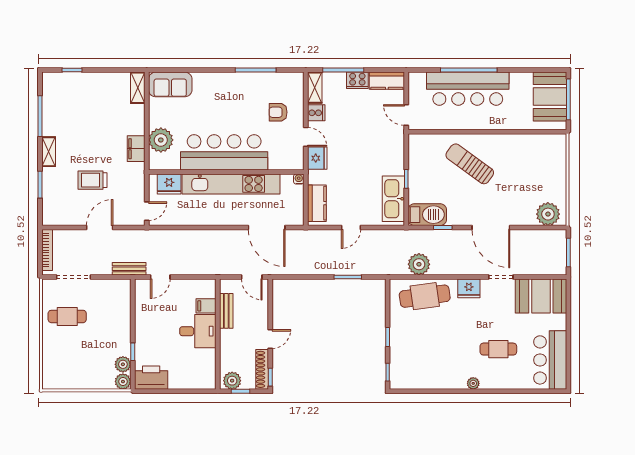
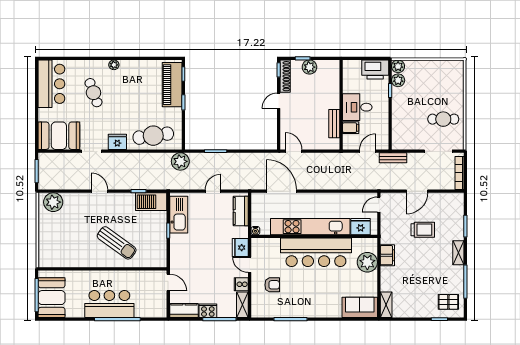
bar counter: (468, 89) -> (109, 304), width x0.73
pallet: (61, 91) -> (448, 302), added
door: (491, 228) -> (100, 191), width x0.53
plant: (419, 264) -> (180, 161), moved
filing cabinet: (206, 306) -> (351, 128), moved
bench: (226, 311) -> (334, 124), moved
desk: (198, 331) -> (357, 107), moved
wall: (218, 334) -> (341, 105), moved
cafe table: (498, 349) -> (93, 93), turned 70
piano: (401, 359) -> (172, 85), added

